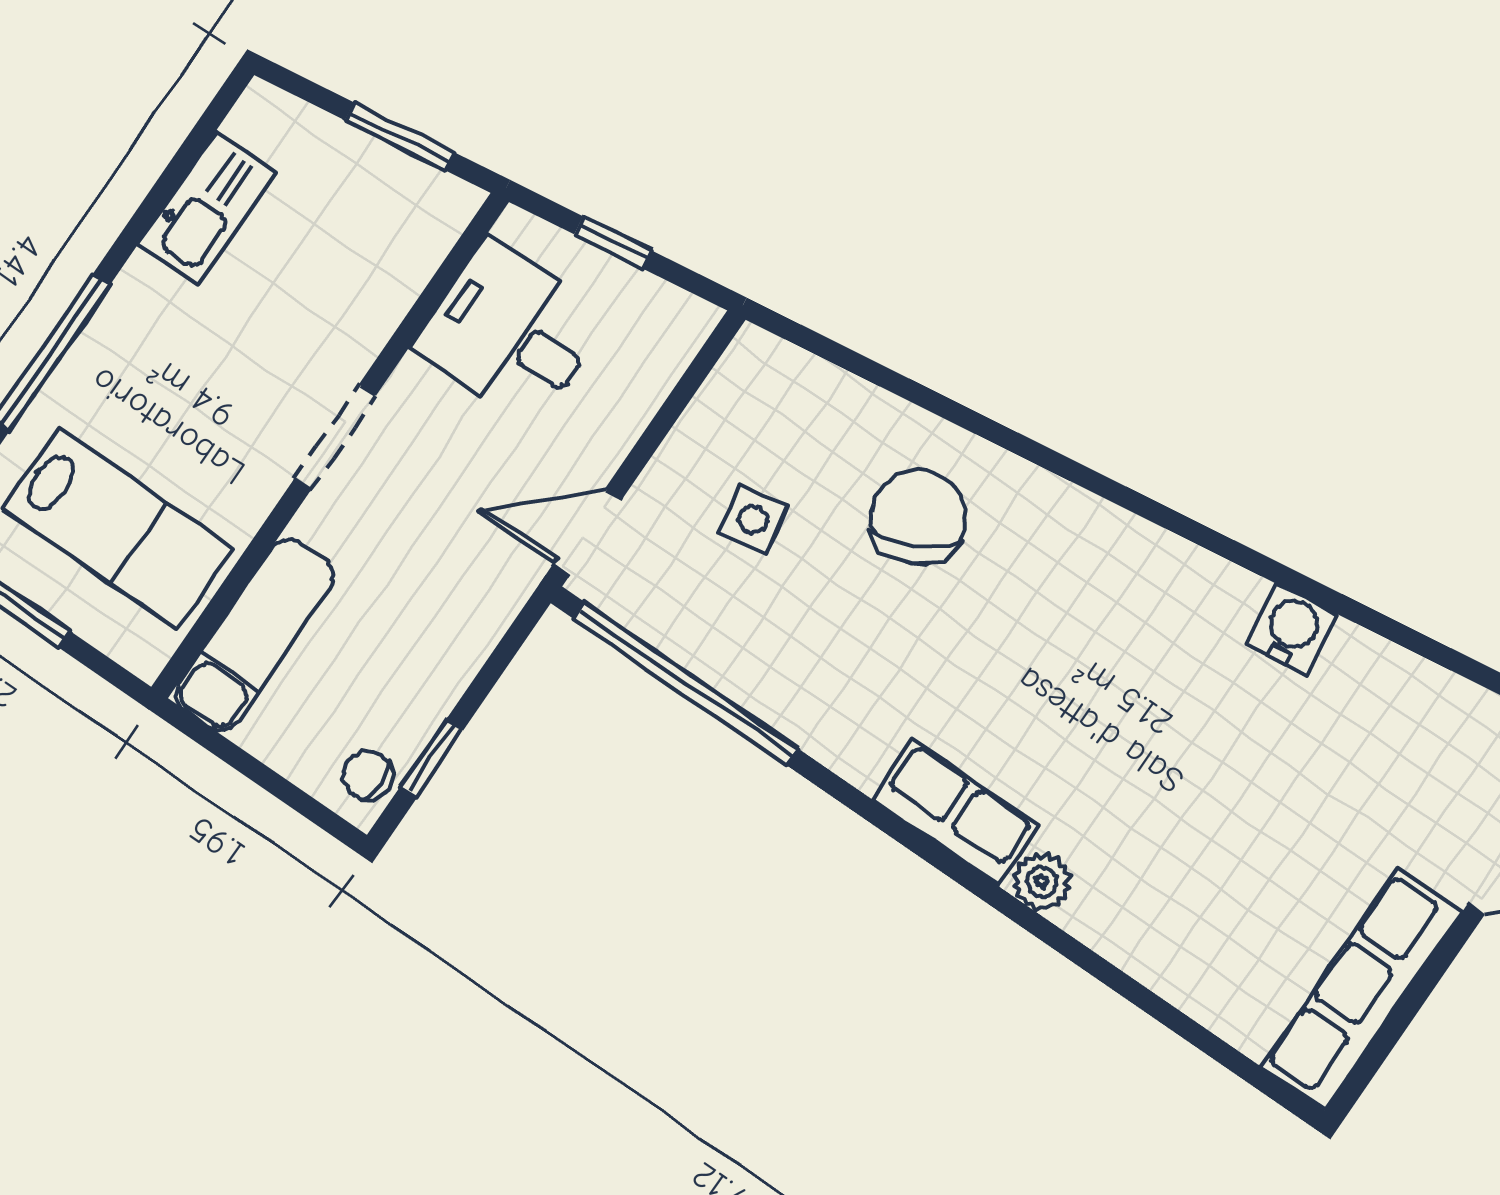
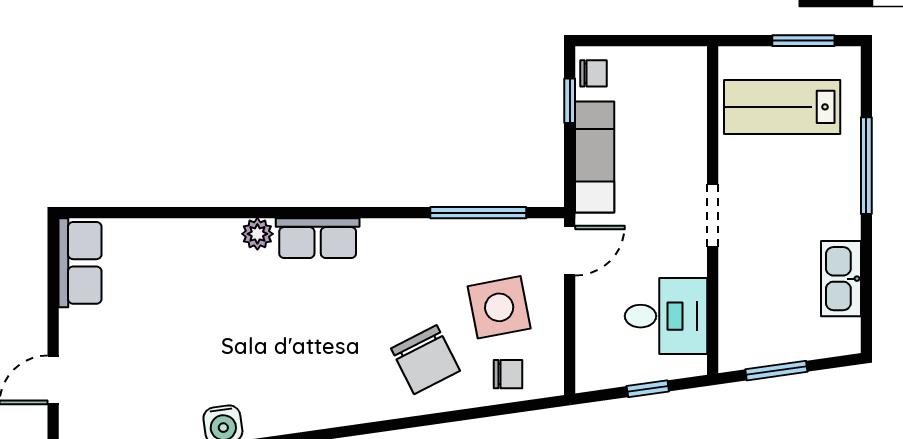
chair: (809, 410) -> (508, 374), added
side table: (753, 520) -> (499, 307), width x1.87, depth x1.87
exam couch: (255, 634) -> (595, 157), moved, turned 180
window: (686, 684) -> (478, 213), width x0.68
row of seats: (1362, 989) -> (80, 263), width x0.68

